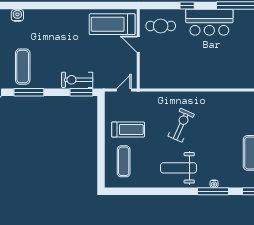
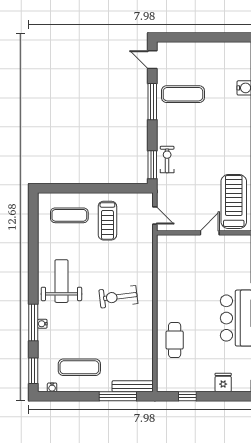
cafe table: (161, 26) -> (175, 340), moved
exercise bike: (77, 80) -> (167, 159), width x0.73, depth x0.72
exercise bike: (181, 125) -> (118, 297), moved, turned 149

